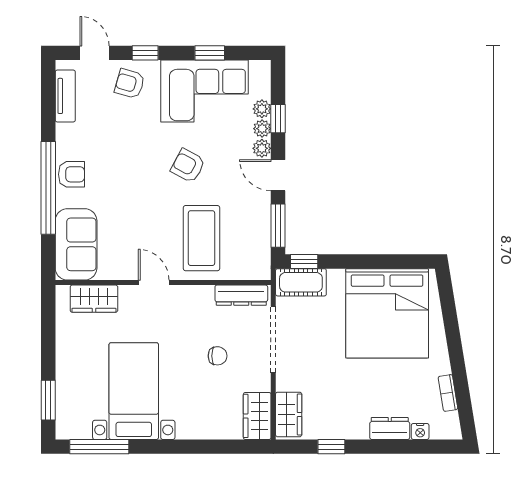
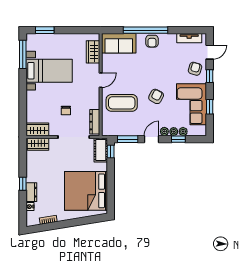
window: (331, 447) -> (23, 184), moved

